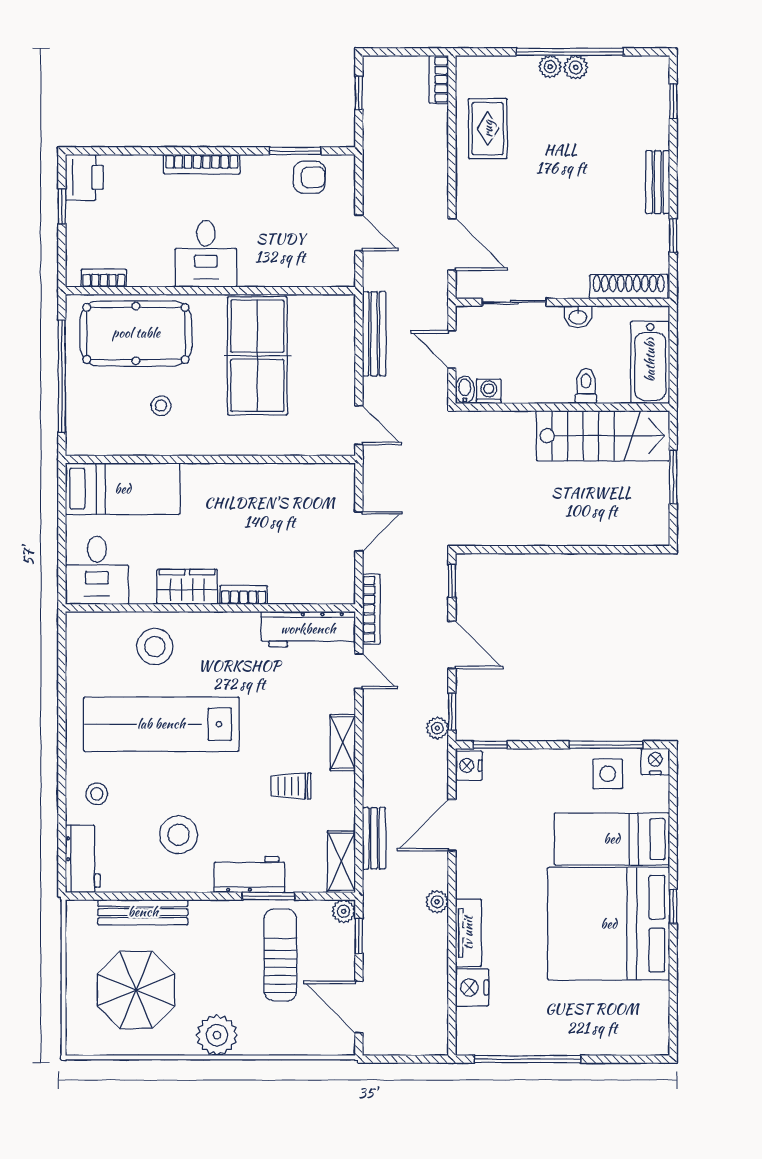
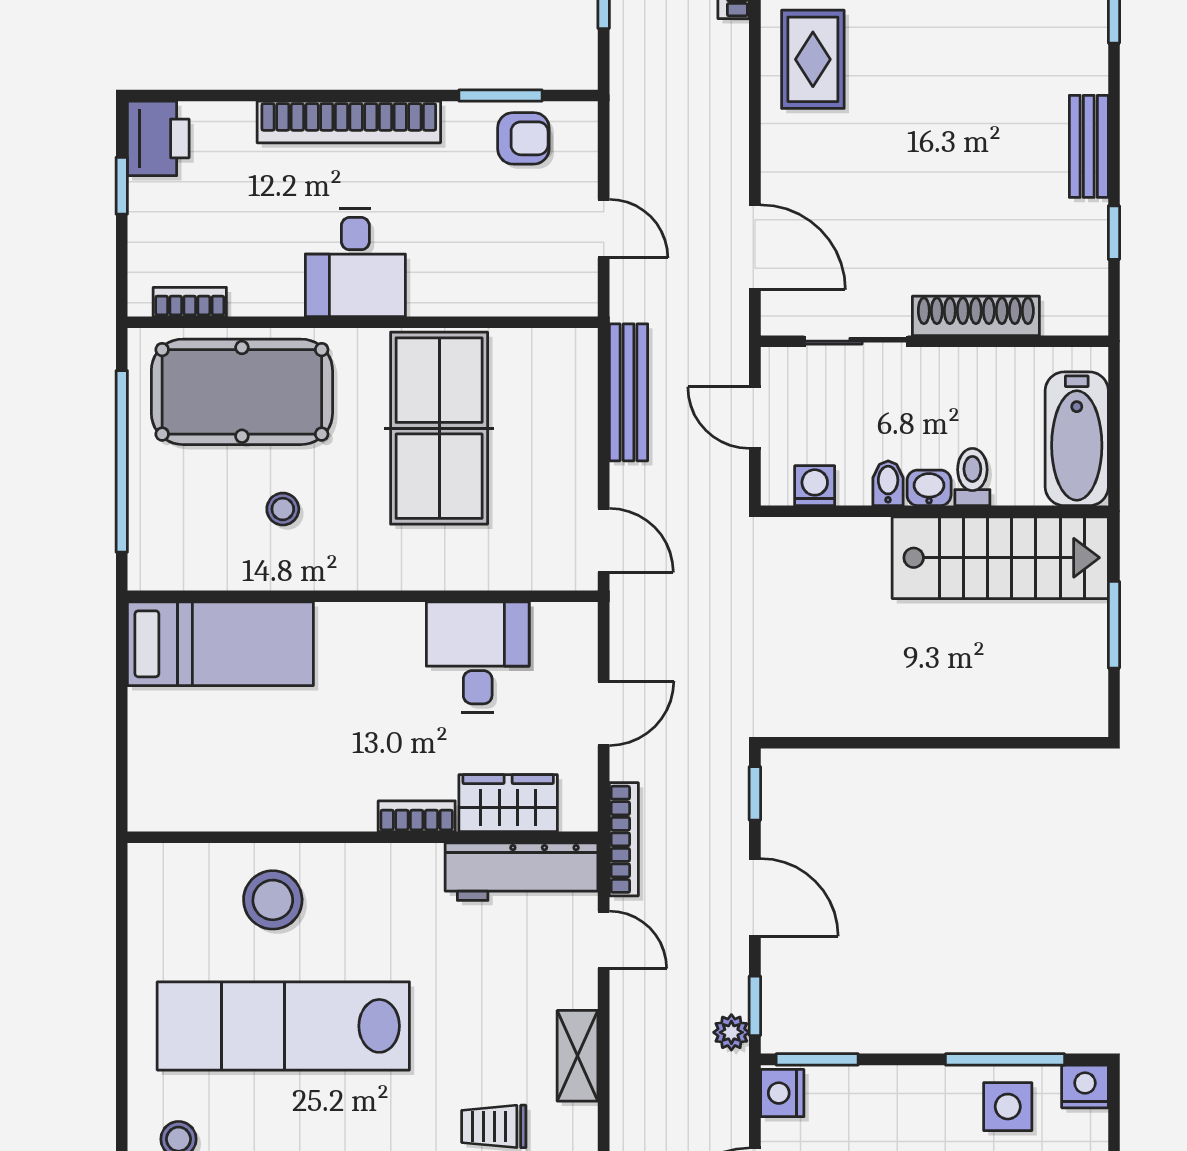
bookcase: (202, 164) -> (349, 122), width x1.48, depth x1.31
shoe rack: (629, 287) -> (976, 316), moved
washbasin: (578, 317) -> (929, 488), moved, turned 180
bidet: (465, 390) -> (888, 483), moved
desk: (97, 570) -> (478, 657), moved, turned 180
wardrobe: (187, 587) -> (508, 803), moved
window: (490, 745) -> (817, 1059), width x1.50

